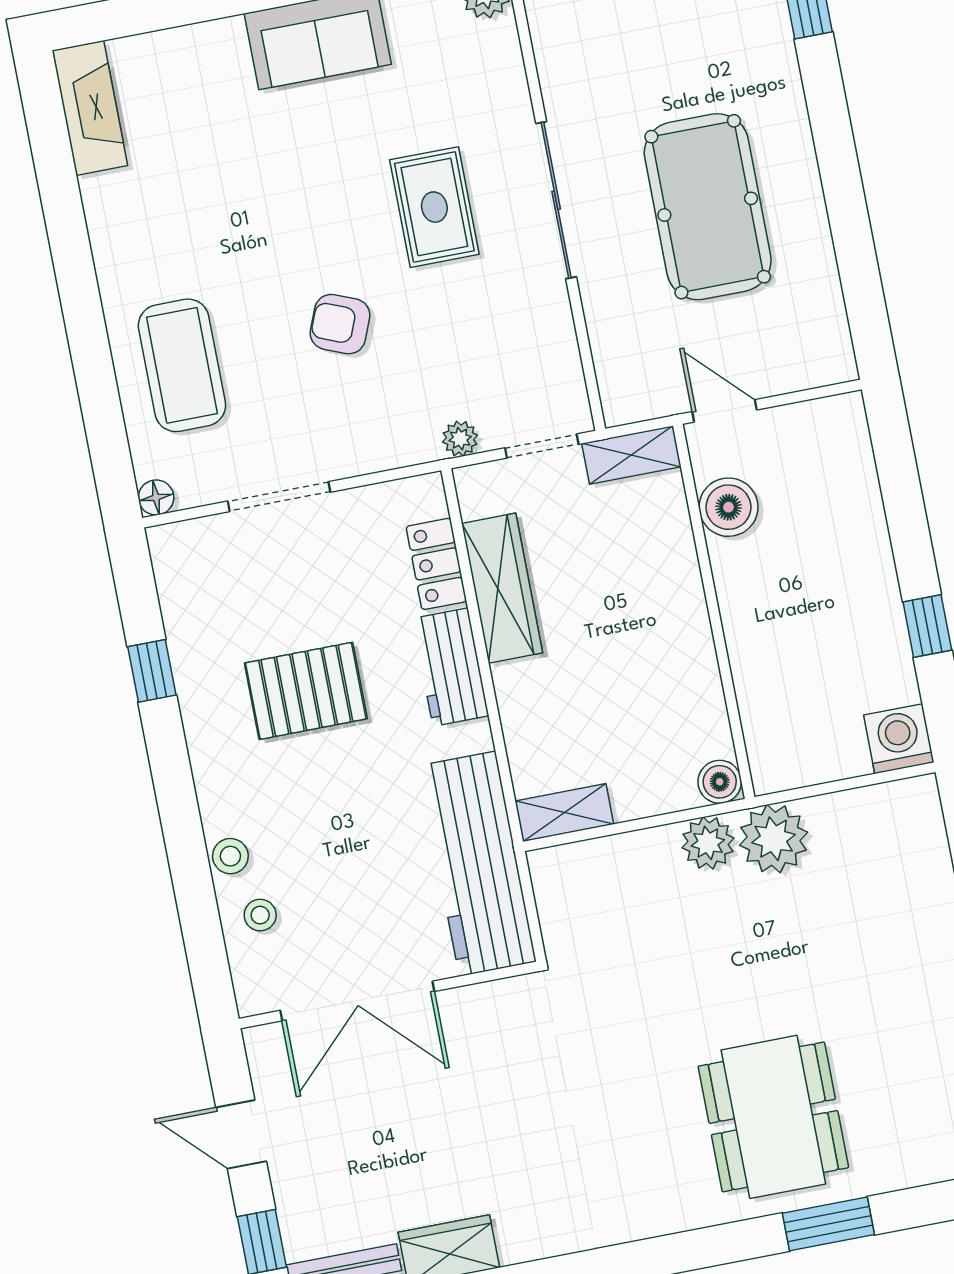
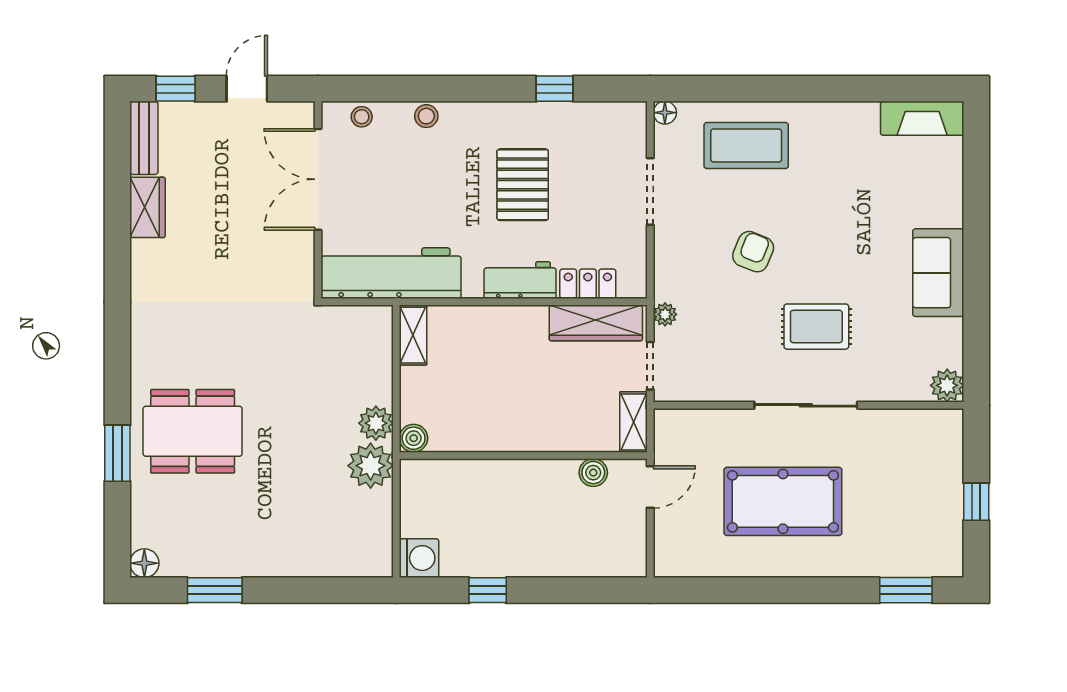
boiler: (728, 507) -> (593, 473), width x0.73, depth x0.73
wardrobe: (502, 588) -> (596, 323), moved
stool: (260, 915) -> (362, 117), moved

